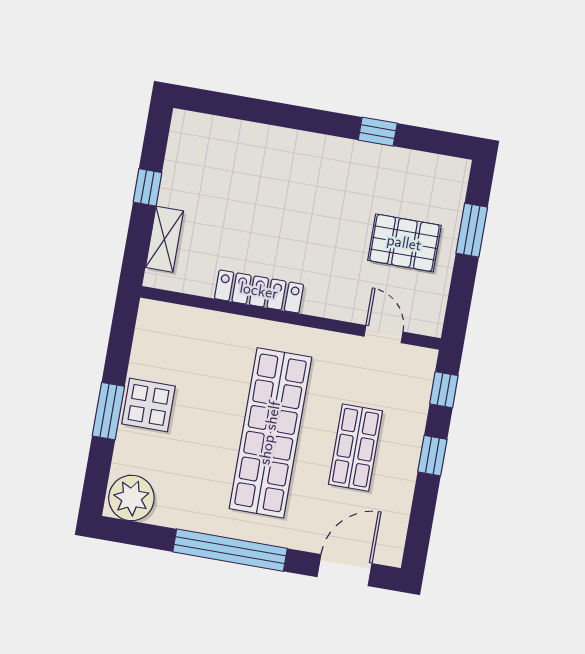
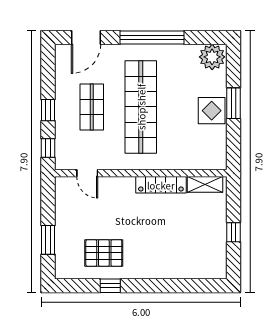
shelving: (164, 239) -> (205, 184), moved, turned 90
pallet: (404, 243) -> (104, 253), moved

